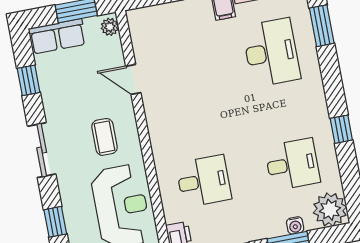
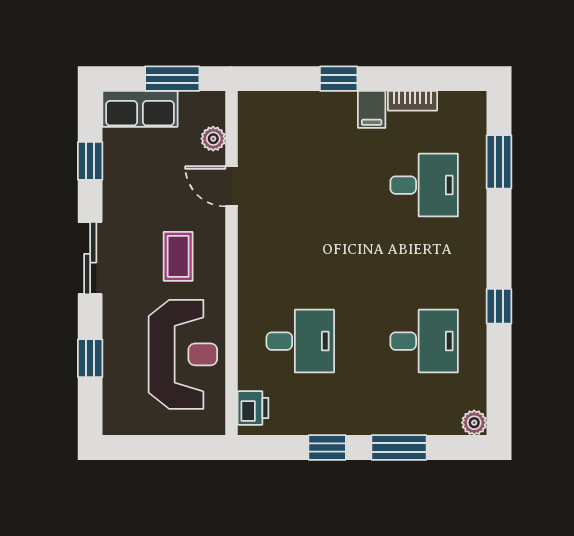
plant: (110, 27) -> (213, 139), moved
desk: (271, 52) -> (424, 185), width x0.73
plant: (330, 210) -> (474, 423), width x0.53, depth x0.53
water cooler: (295, 225) -> (412, 424), removed

